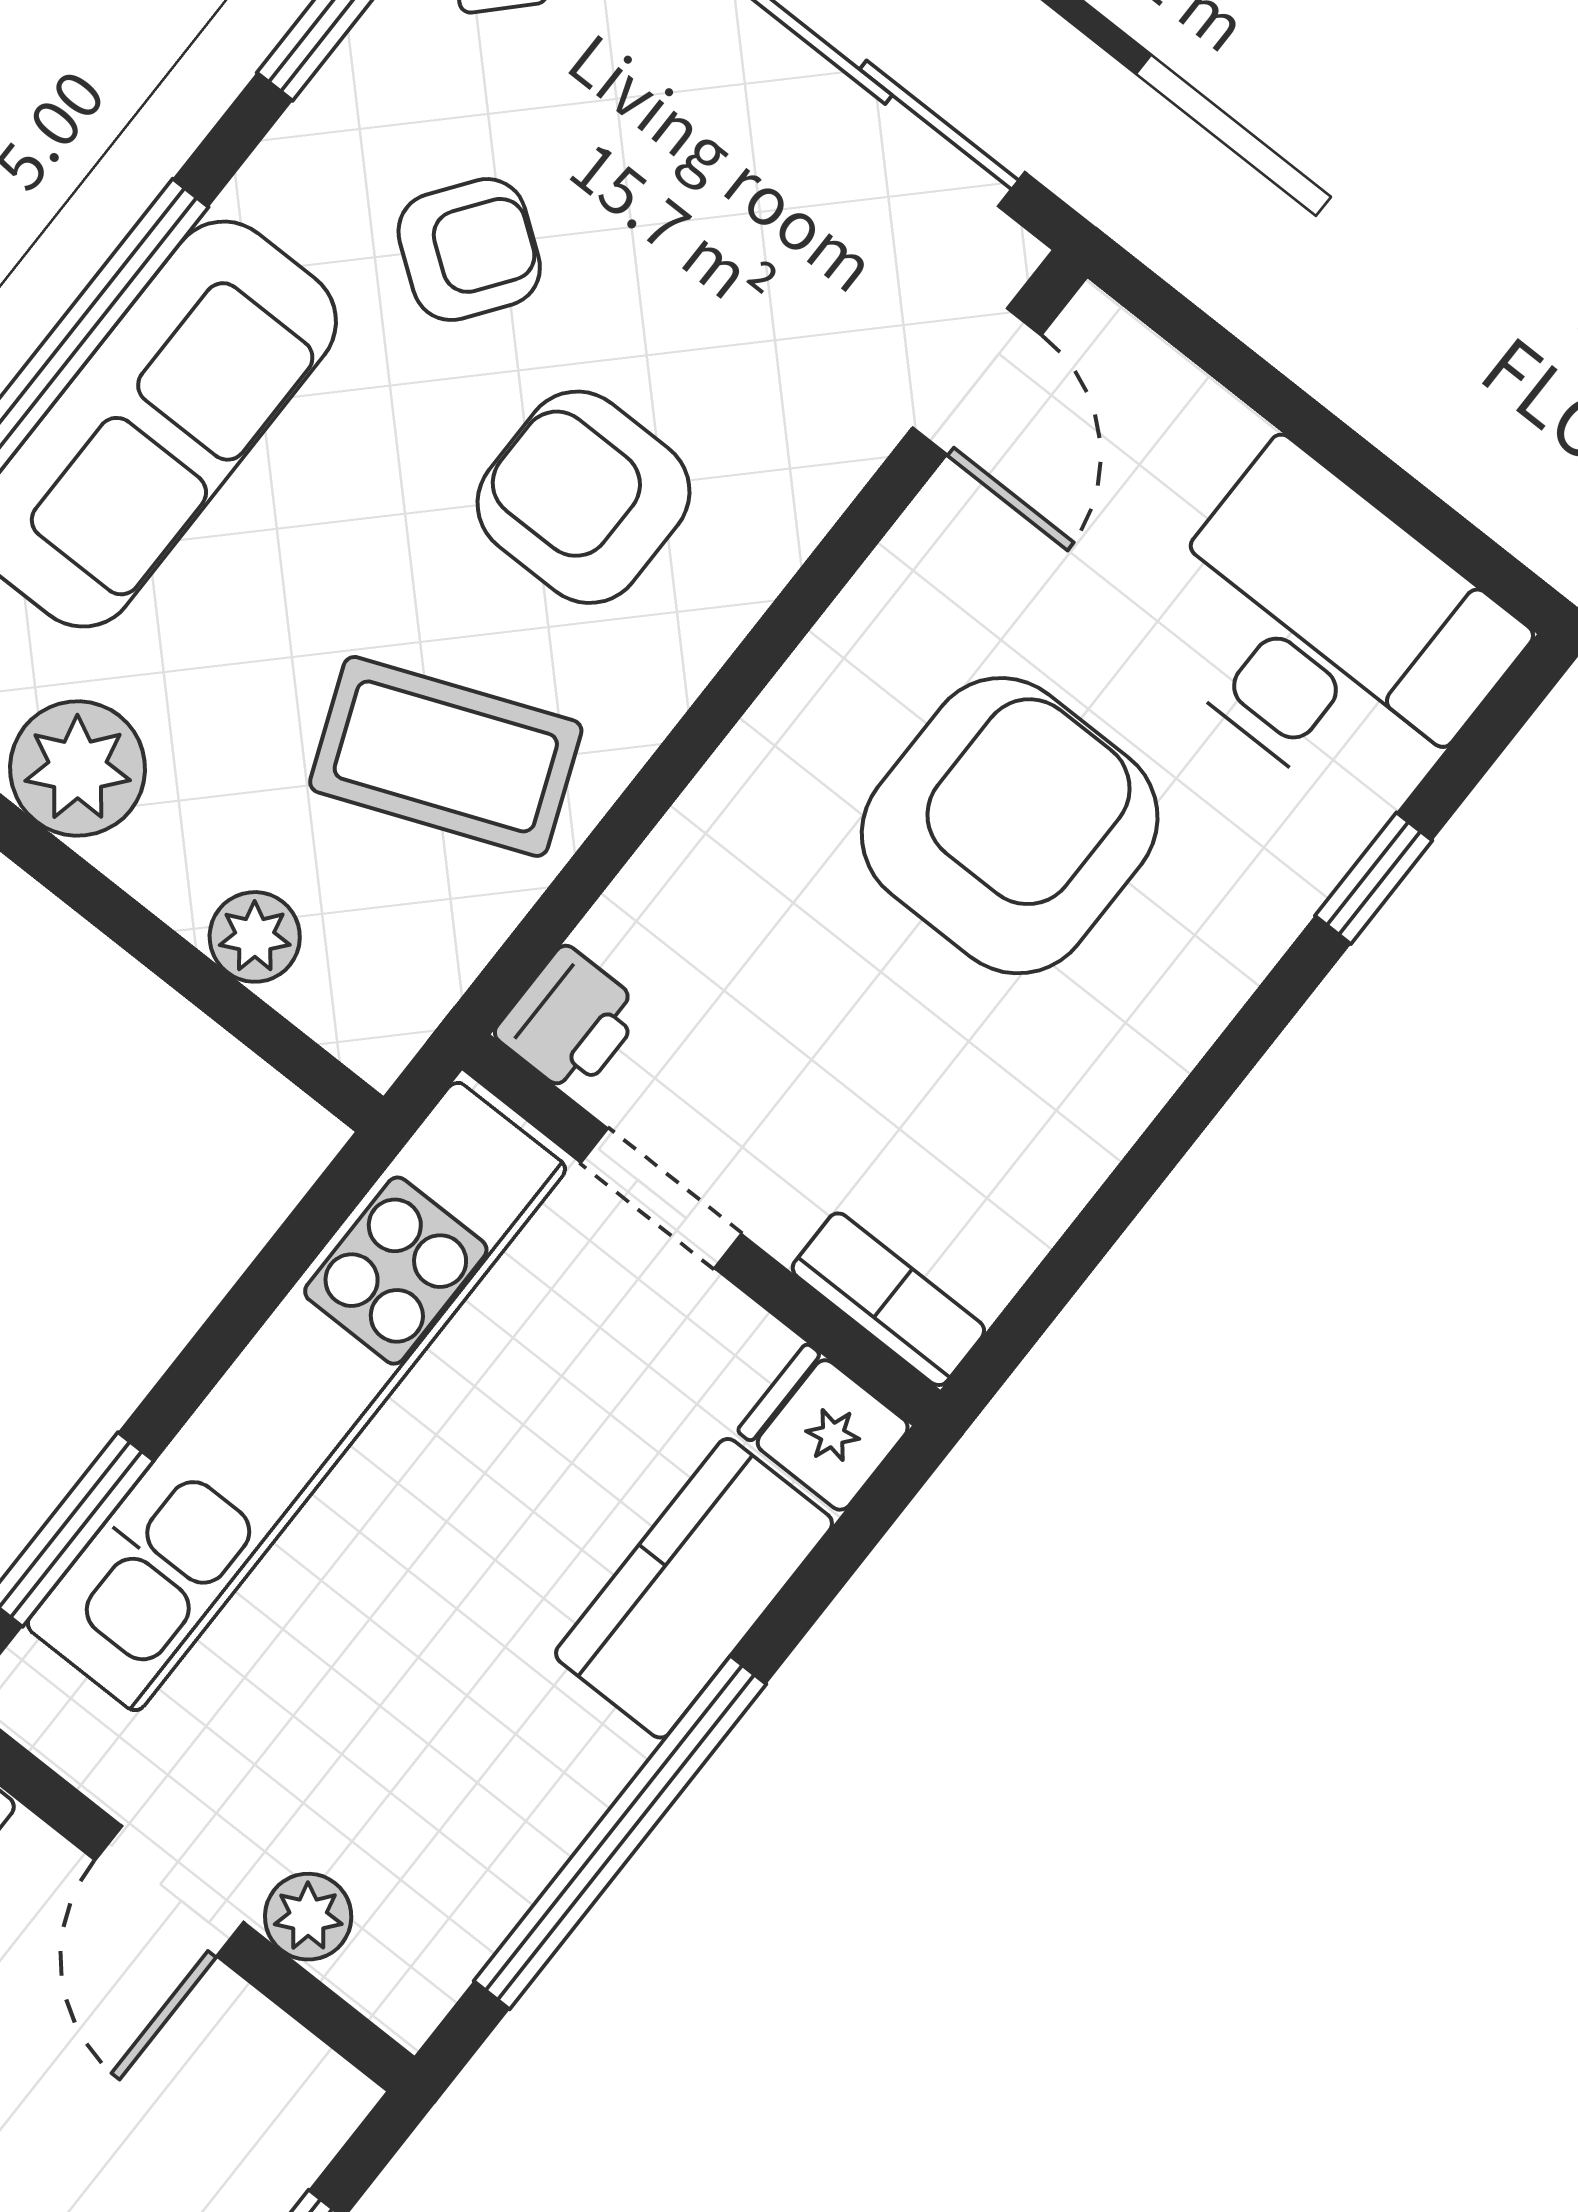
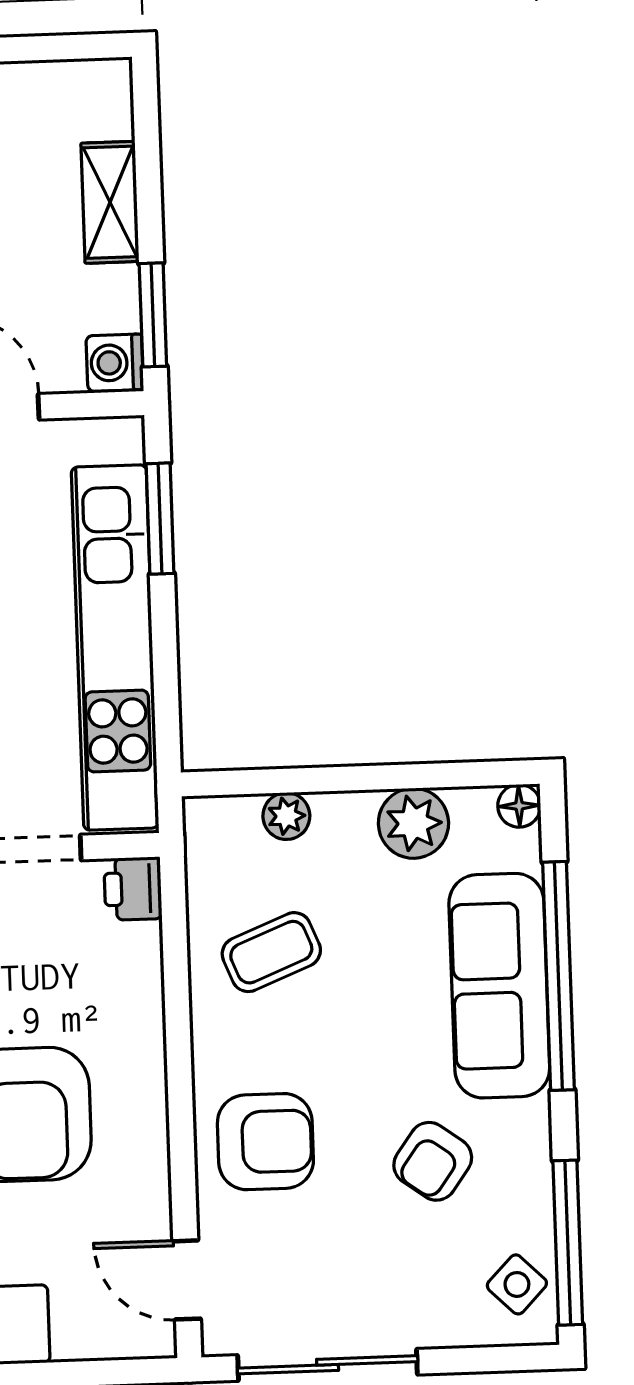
armchair: (583, 497) -> (265, 1142), moved
coffee table: (446, 756) -> (271, 952), width x0.73, depth x0.77

